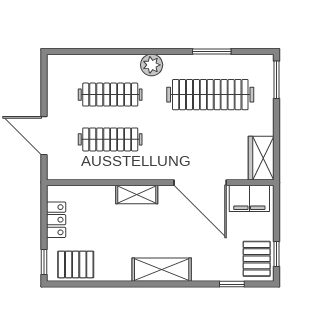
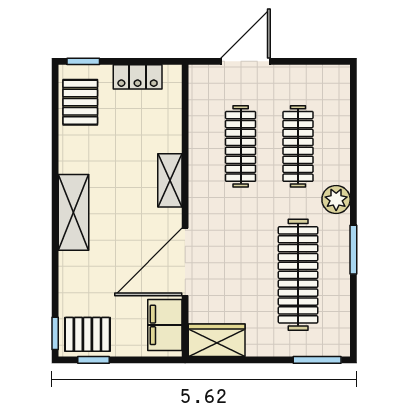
window: (212, 51) -> (353, 250), moved
window: (232, 284) -> (55, 333), moved

